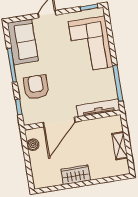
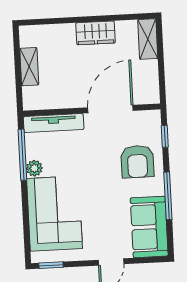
plant: (108, 74) -> (34, 168), added
boiler: (33, 145) -> (151, 81), removed
shelving: (38, 174) -> (148, 39), added

